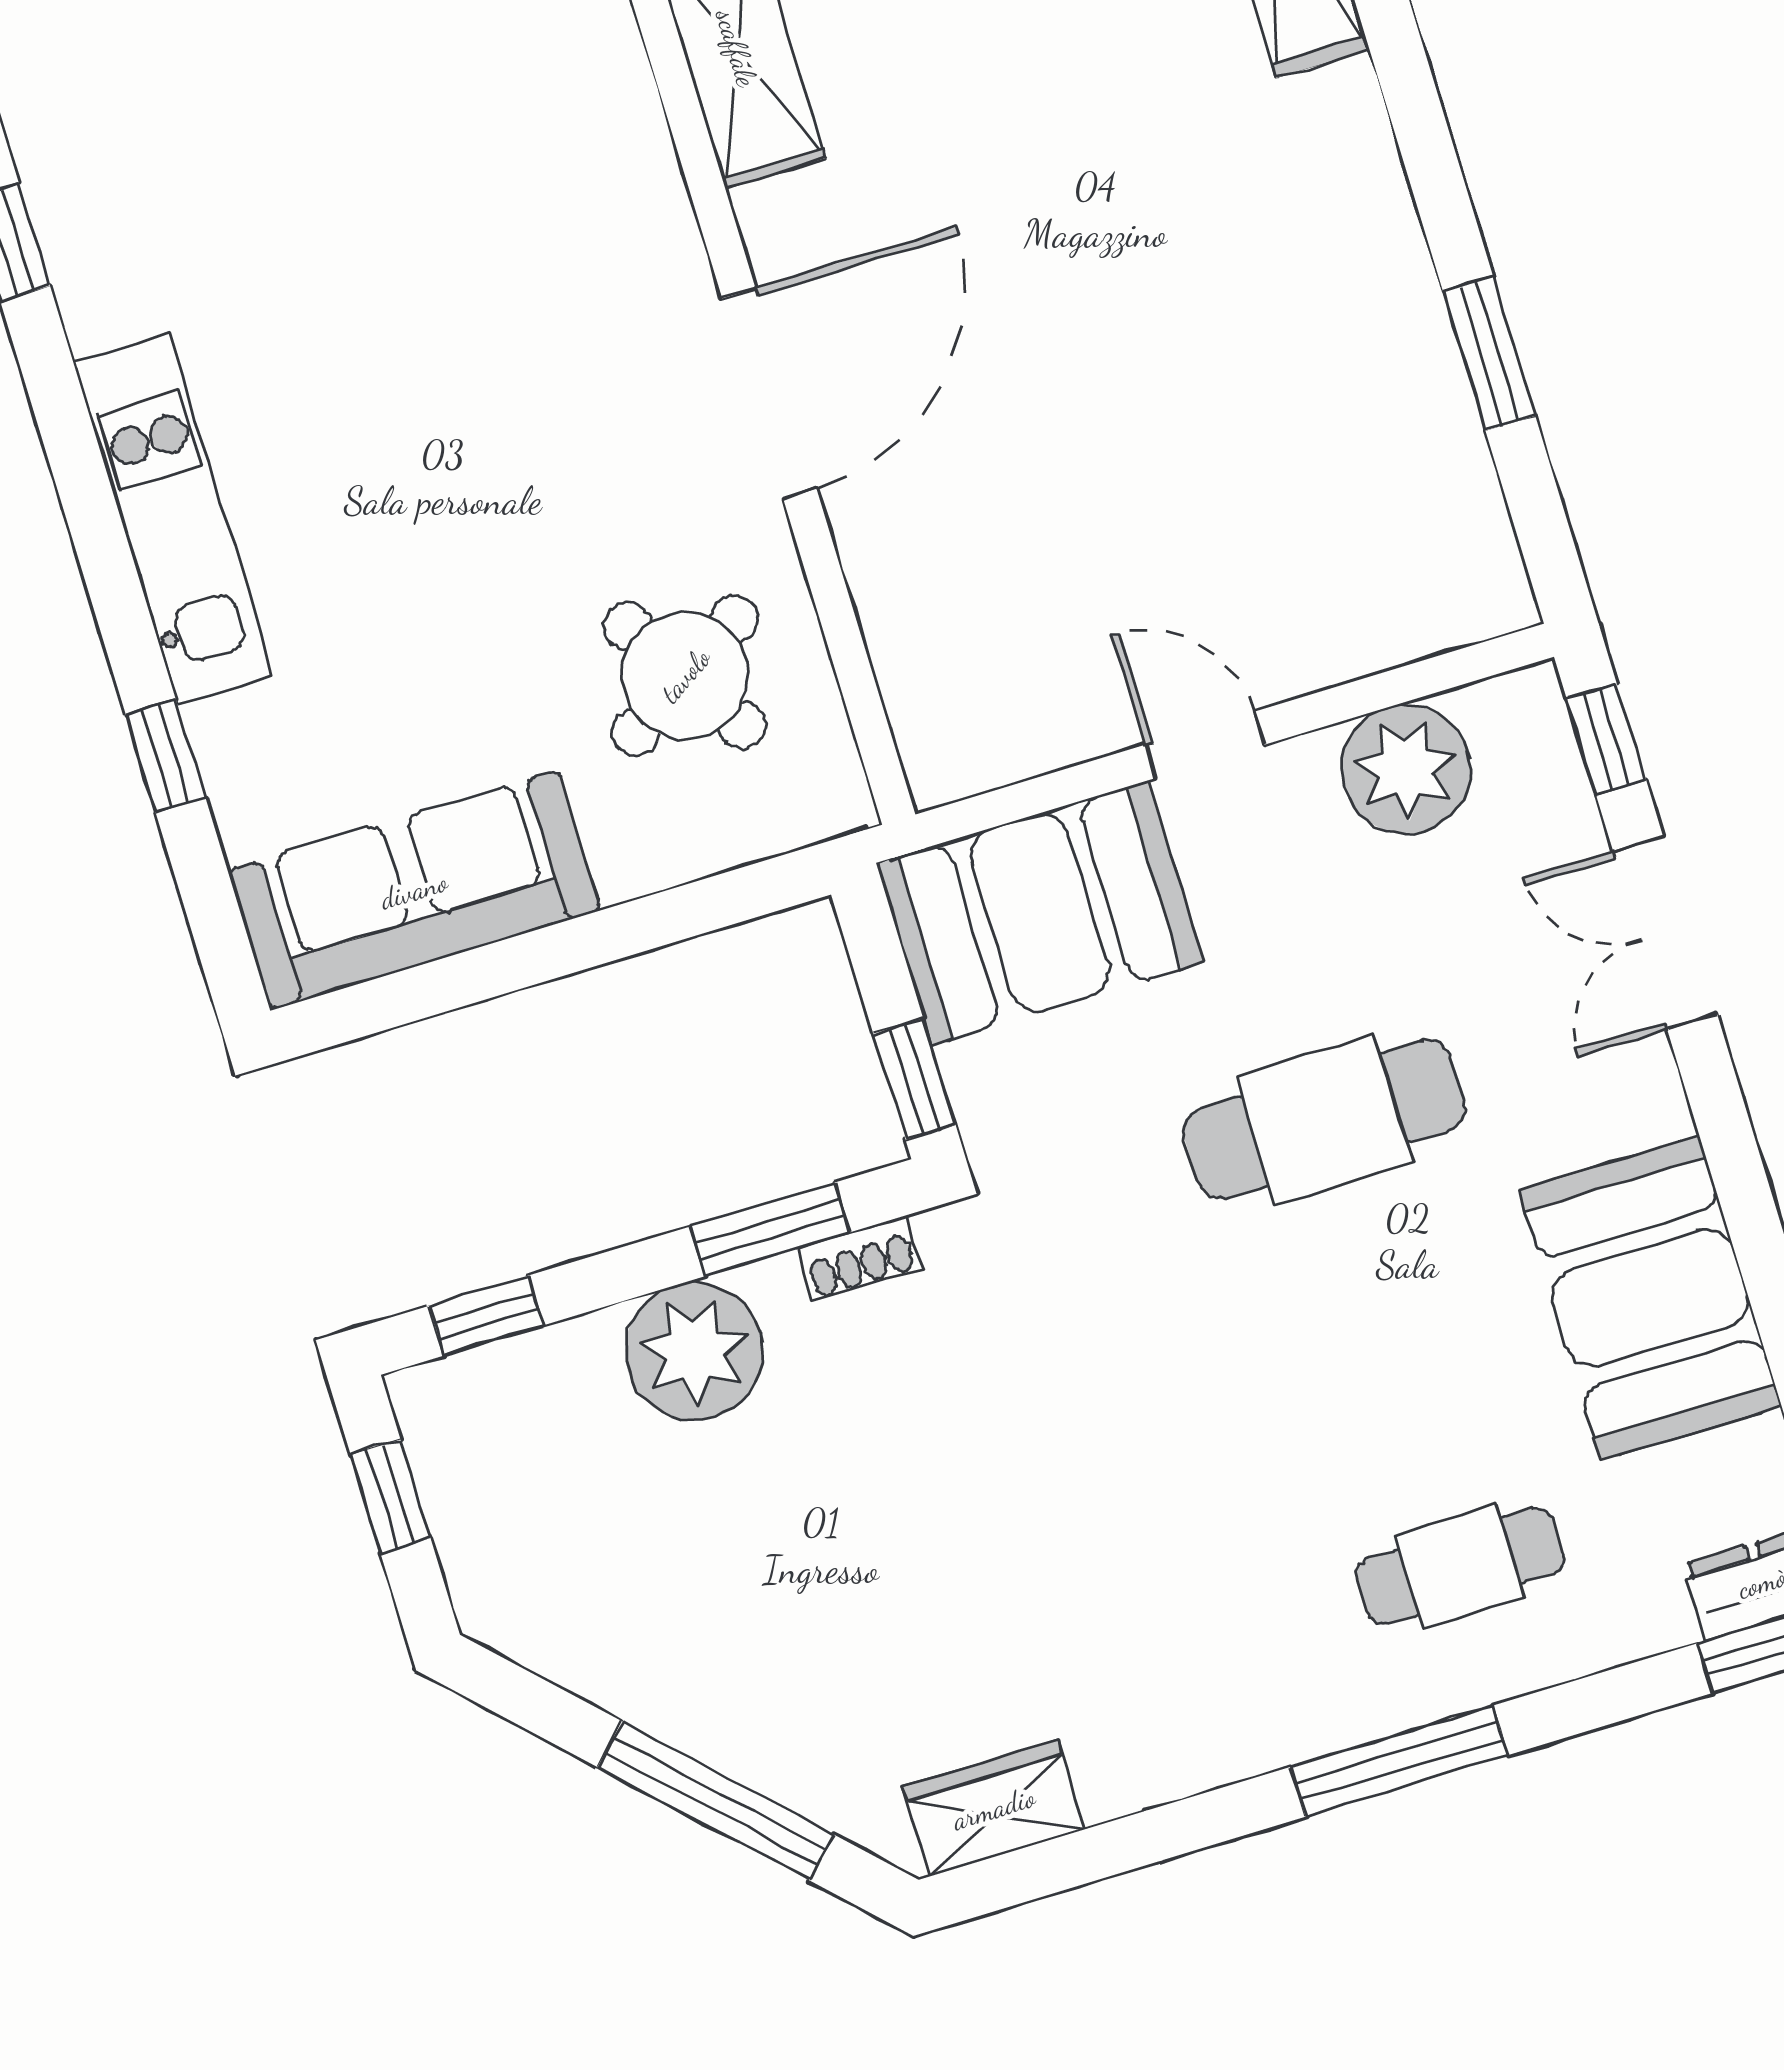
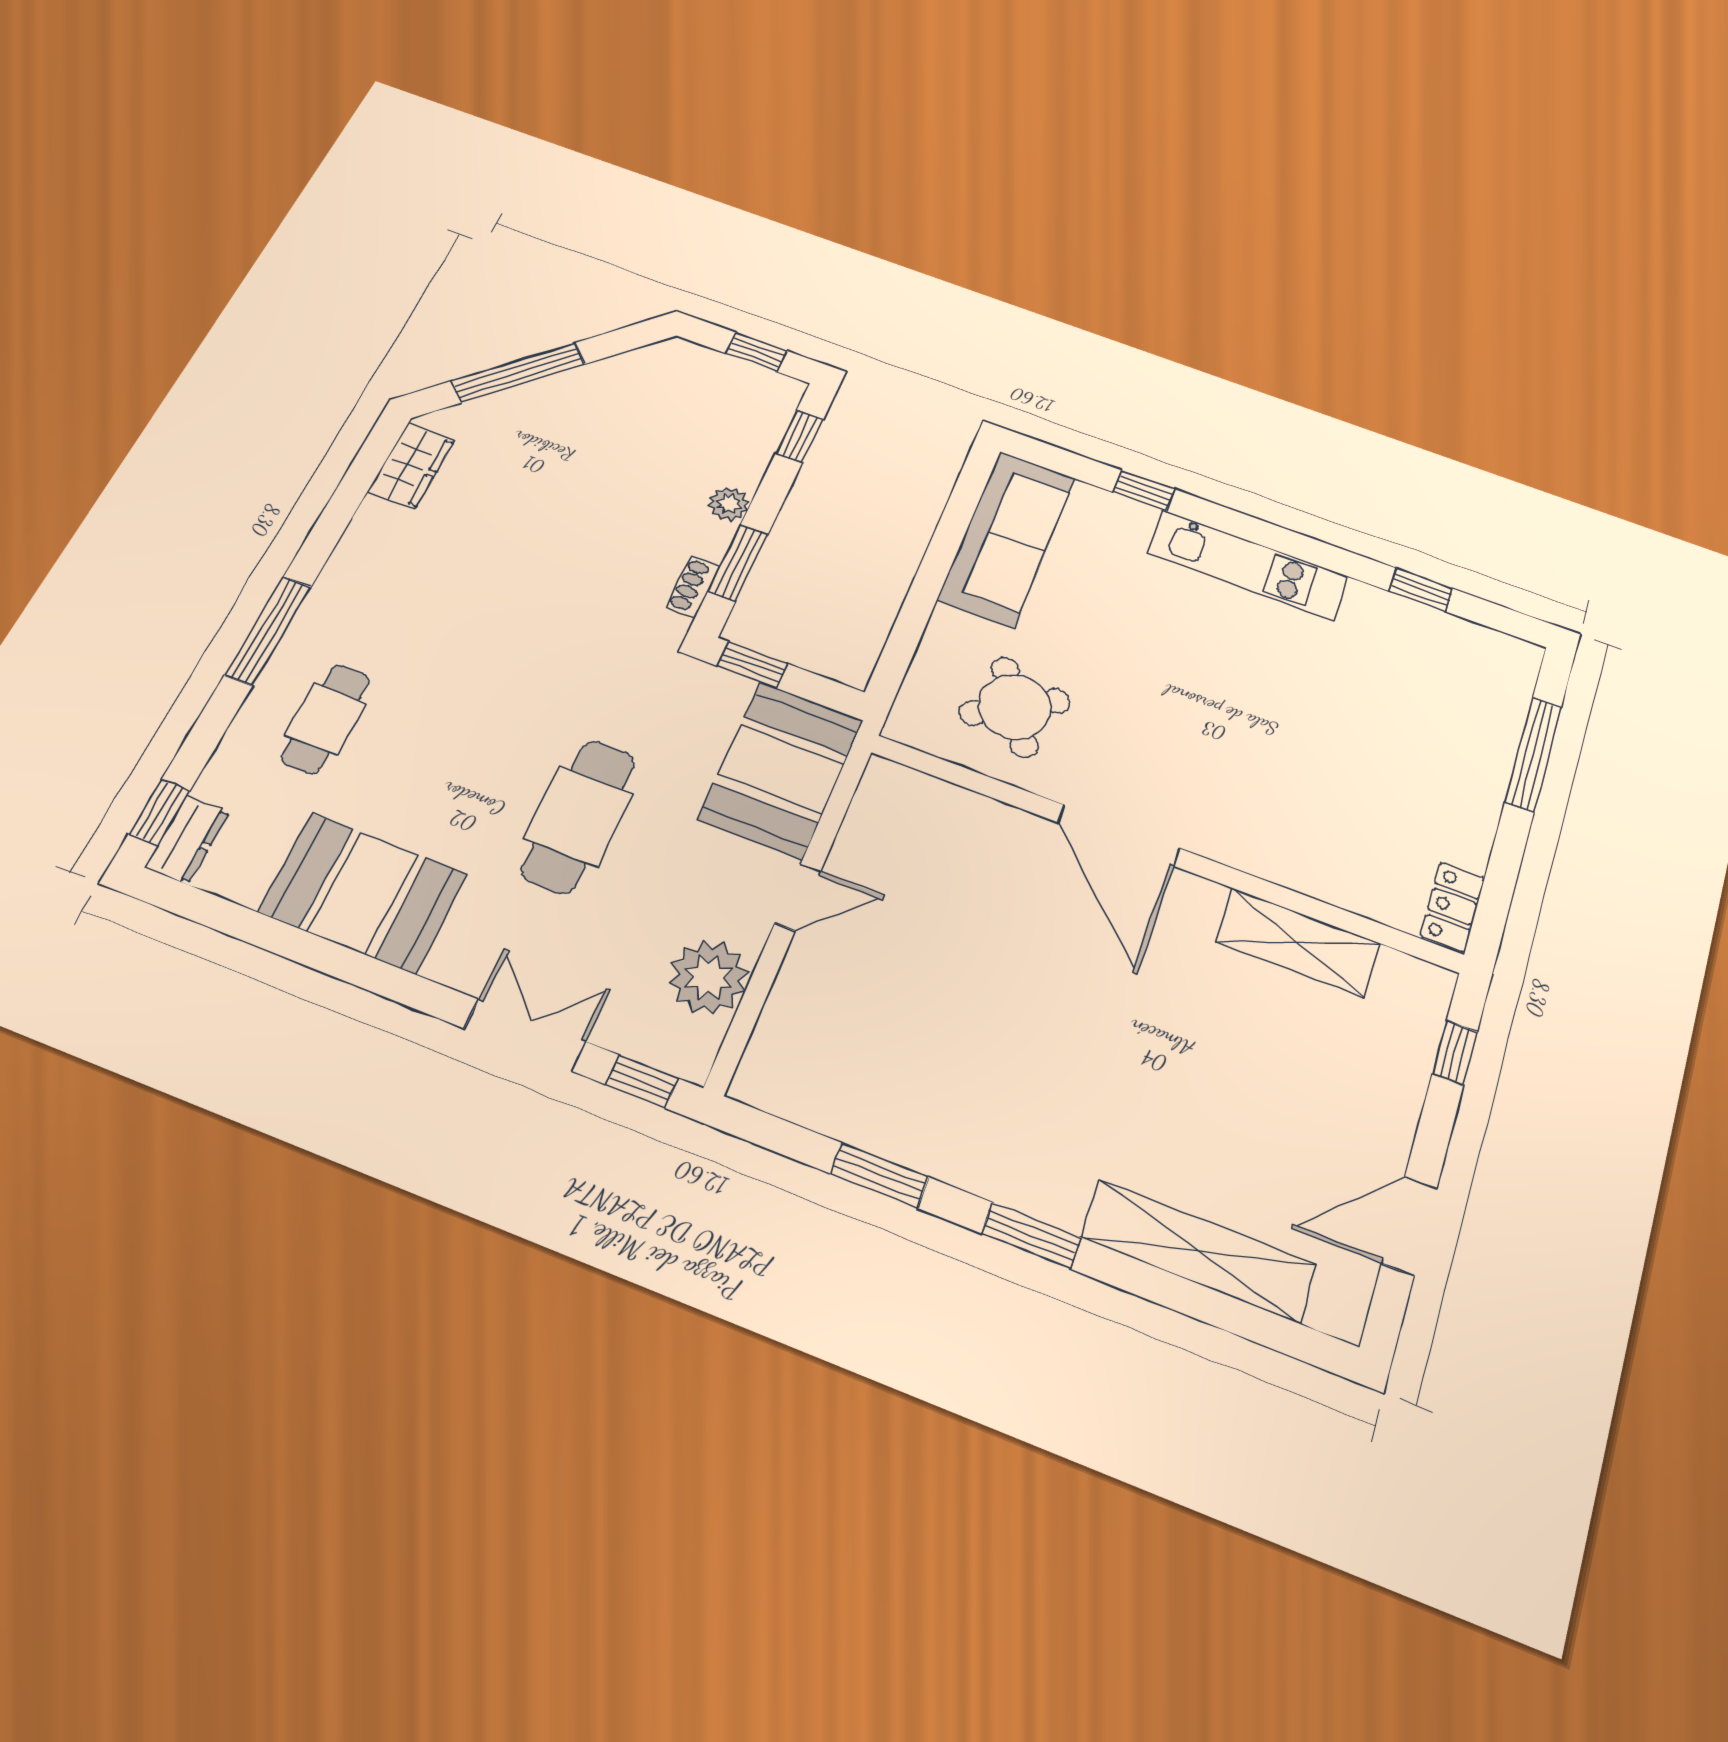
window: (1416, 112) -> (1031, 1235), added
plant: (694, 1352) -> (729, 504), width x0.53, depth x0.53

